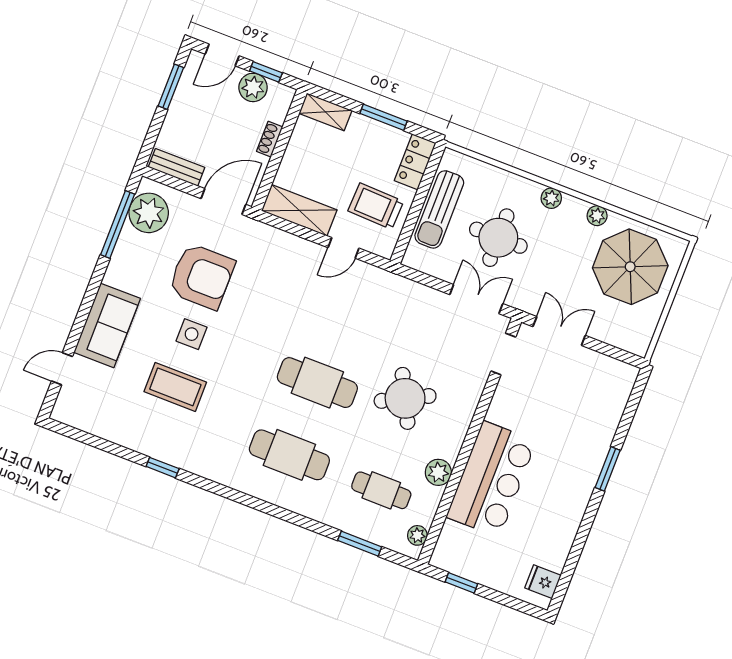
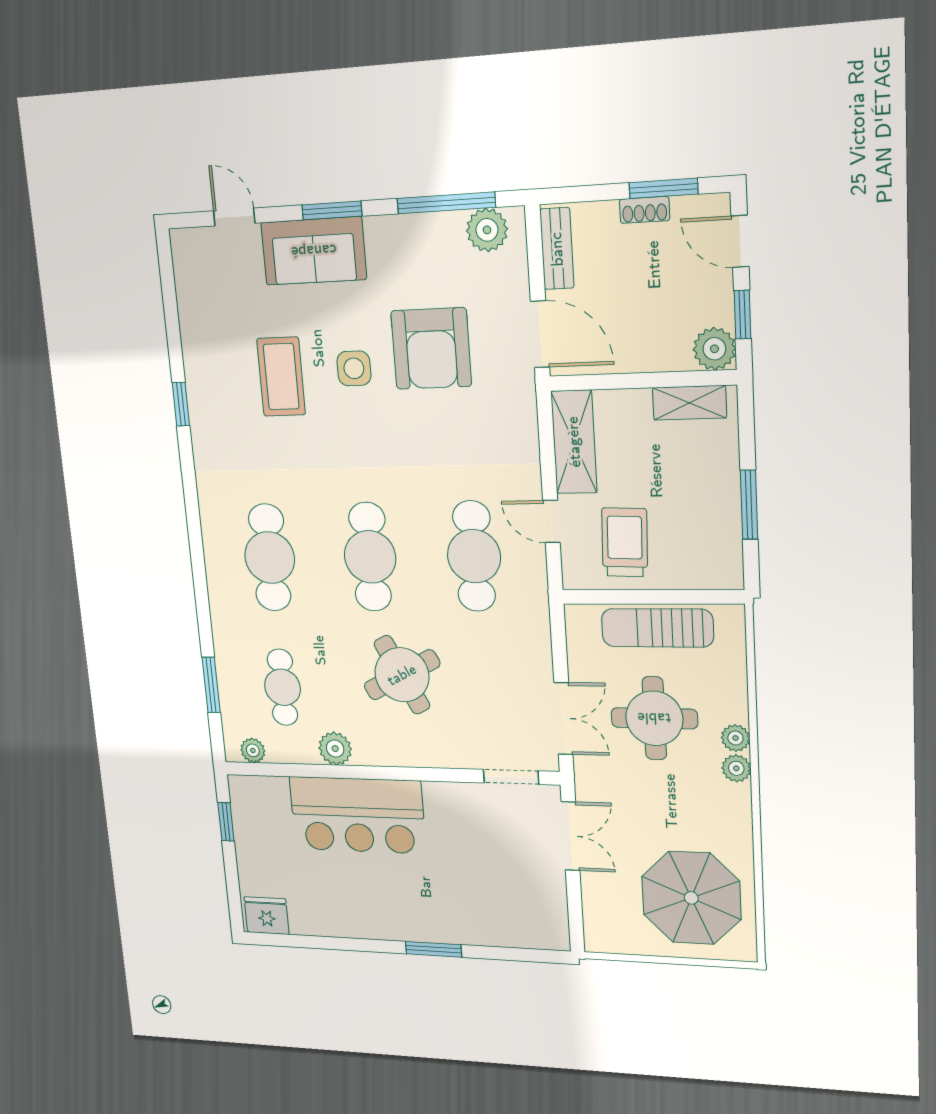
plant: (253, 87) -> (714, 349), moved
shelving: (325, 112) -> (689, 403), moved, turned 90
shoe rack: (270, 139) -> (645, 210), moved, turned 180
locker: (415, 162) -> (707, 572), removed
plant: (149, 213) -> (487, 230), width x0.73, depth x0.73
plant: (597, 216) -> (735, 738), moved
window: (88, 301) -> (332, 210), added
cafe table: (345, 310) -> (474, 556), added
fridge: (543, 582) -> (267, 916), width x1.38

